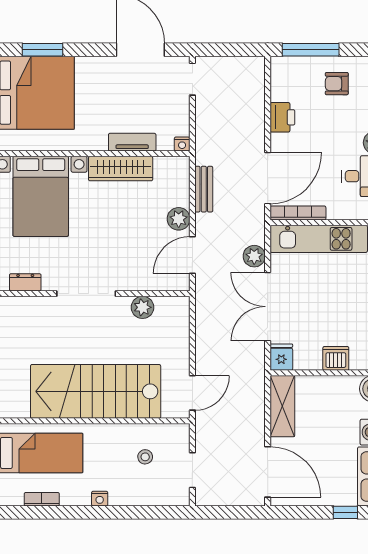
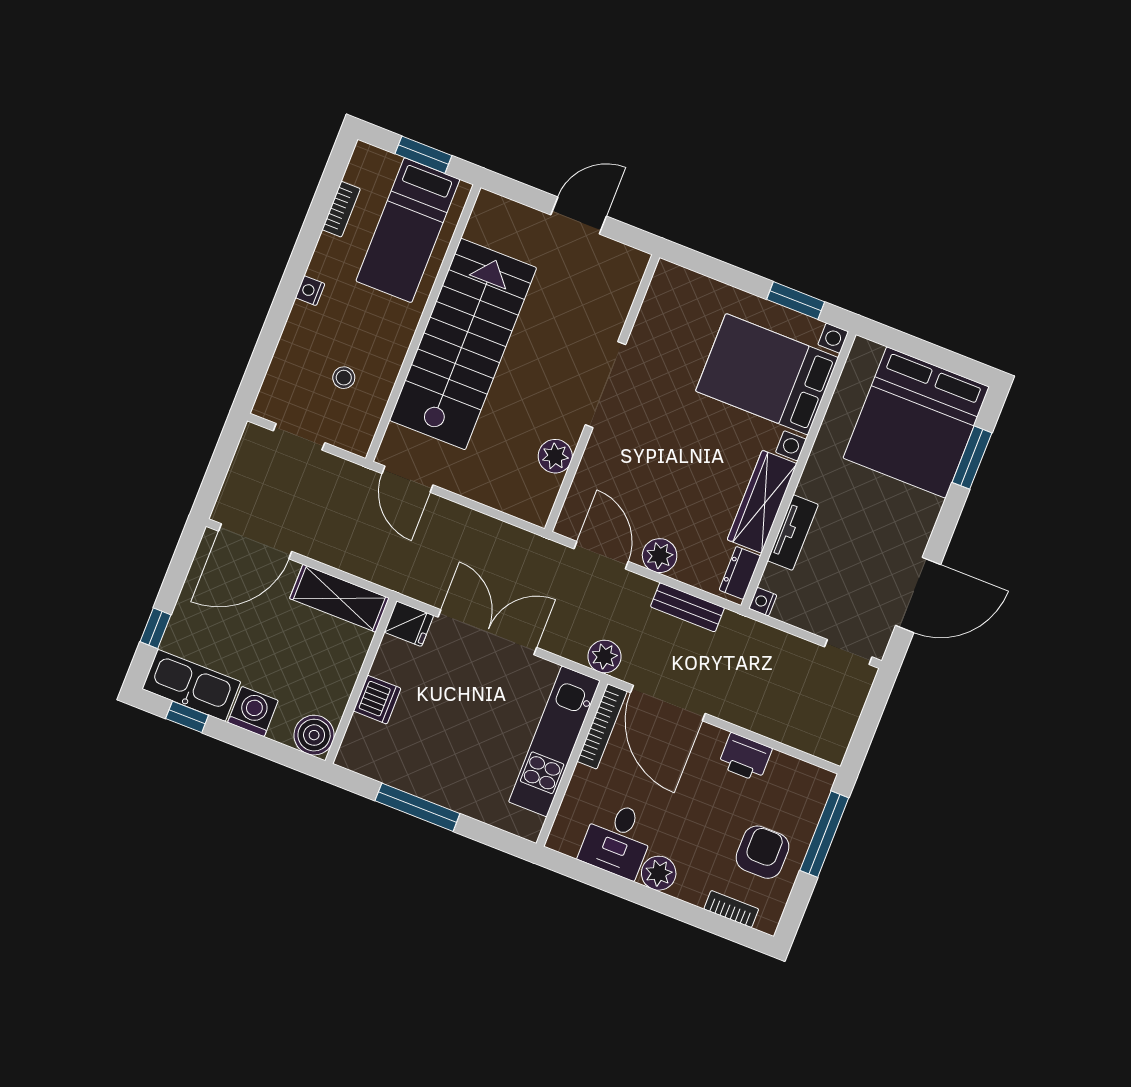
armchair: (337, 84) -> (762, 852), width x1.38, depth x1.38
plant: (254, 256) -> (604, 656), moved
dresser: (25, 282) -> (740, 573), moved, turned 180

